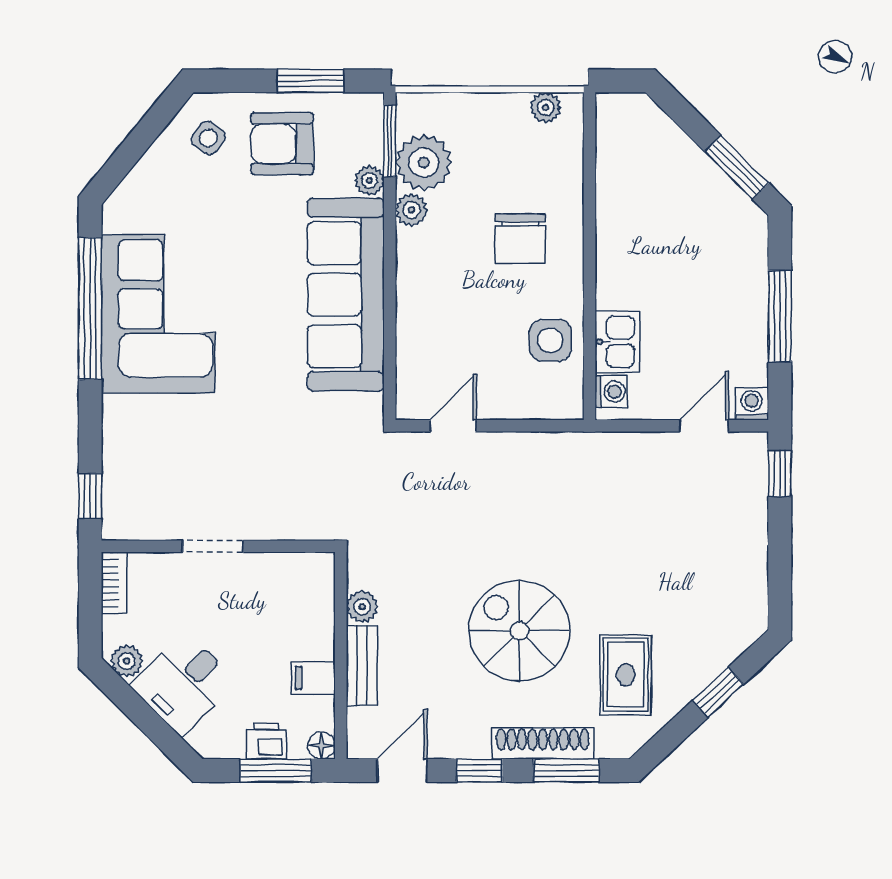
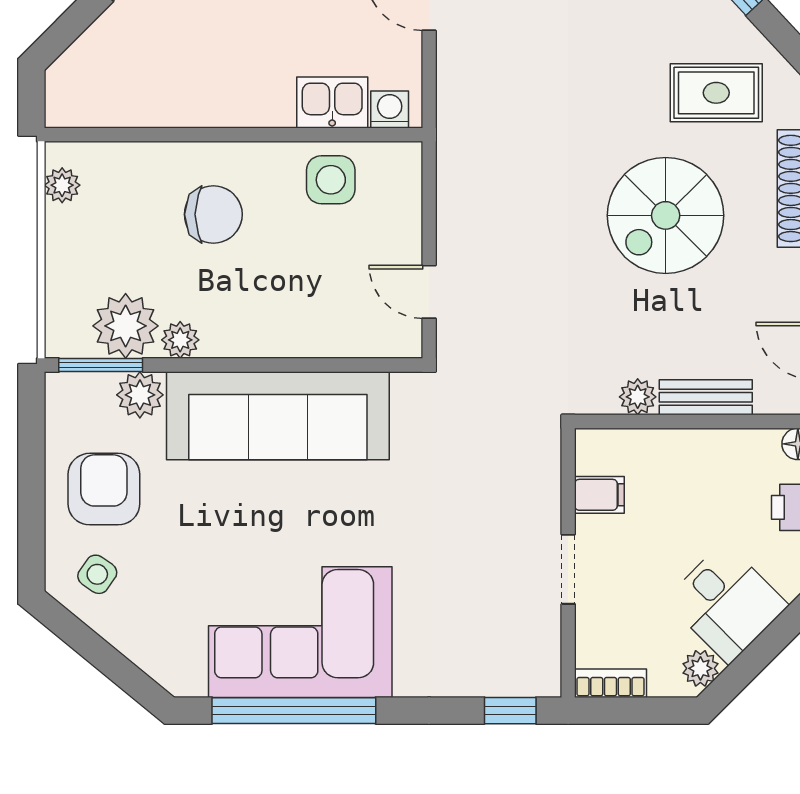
window: (310, 81) -> (31, 457), removed
armchair: (282, 144) -> (104, 489), turned 180
plant: (369, 181) -> (140, 395), width x1.38, depth x1.38
filing cabinet: (314, 678) -> (599, 495), moved, turned -90

